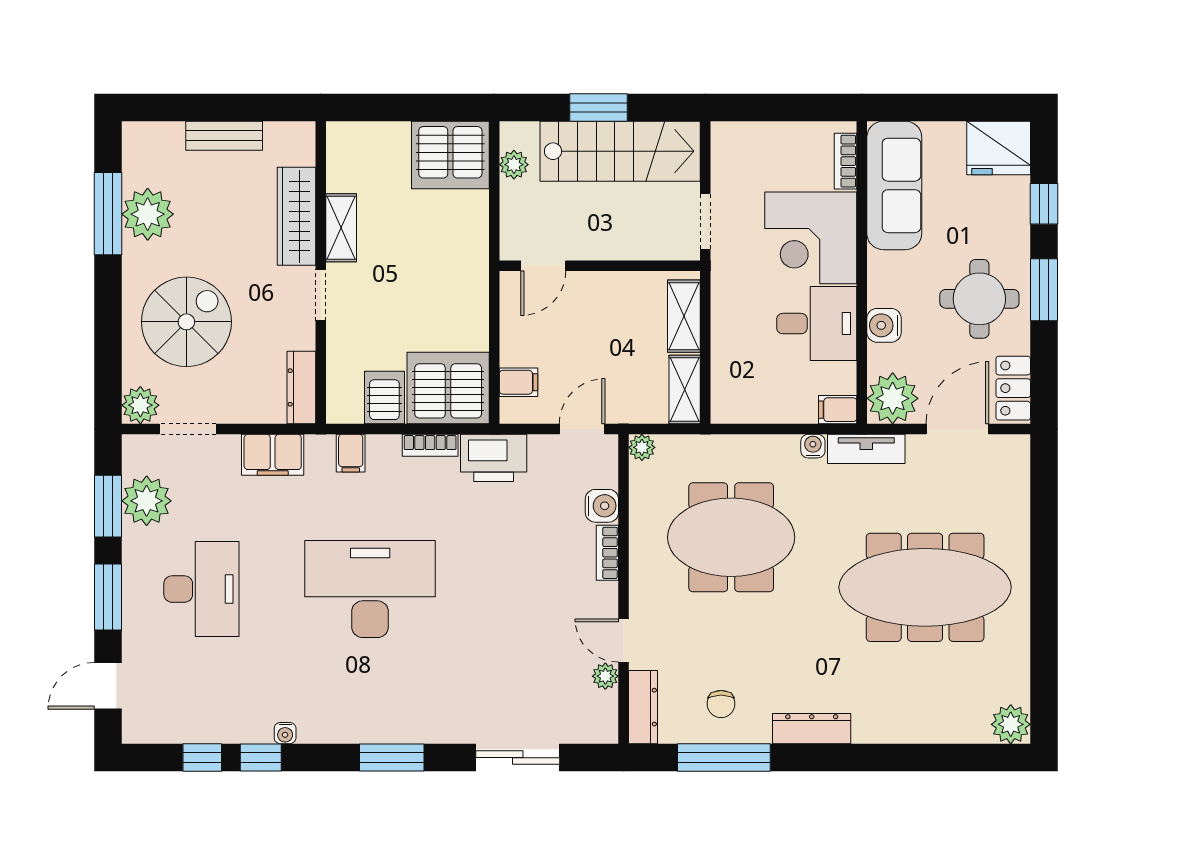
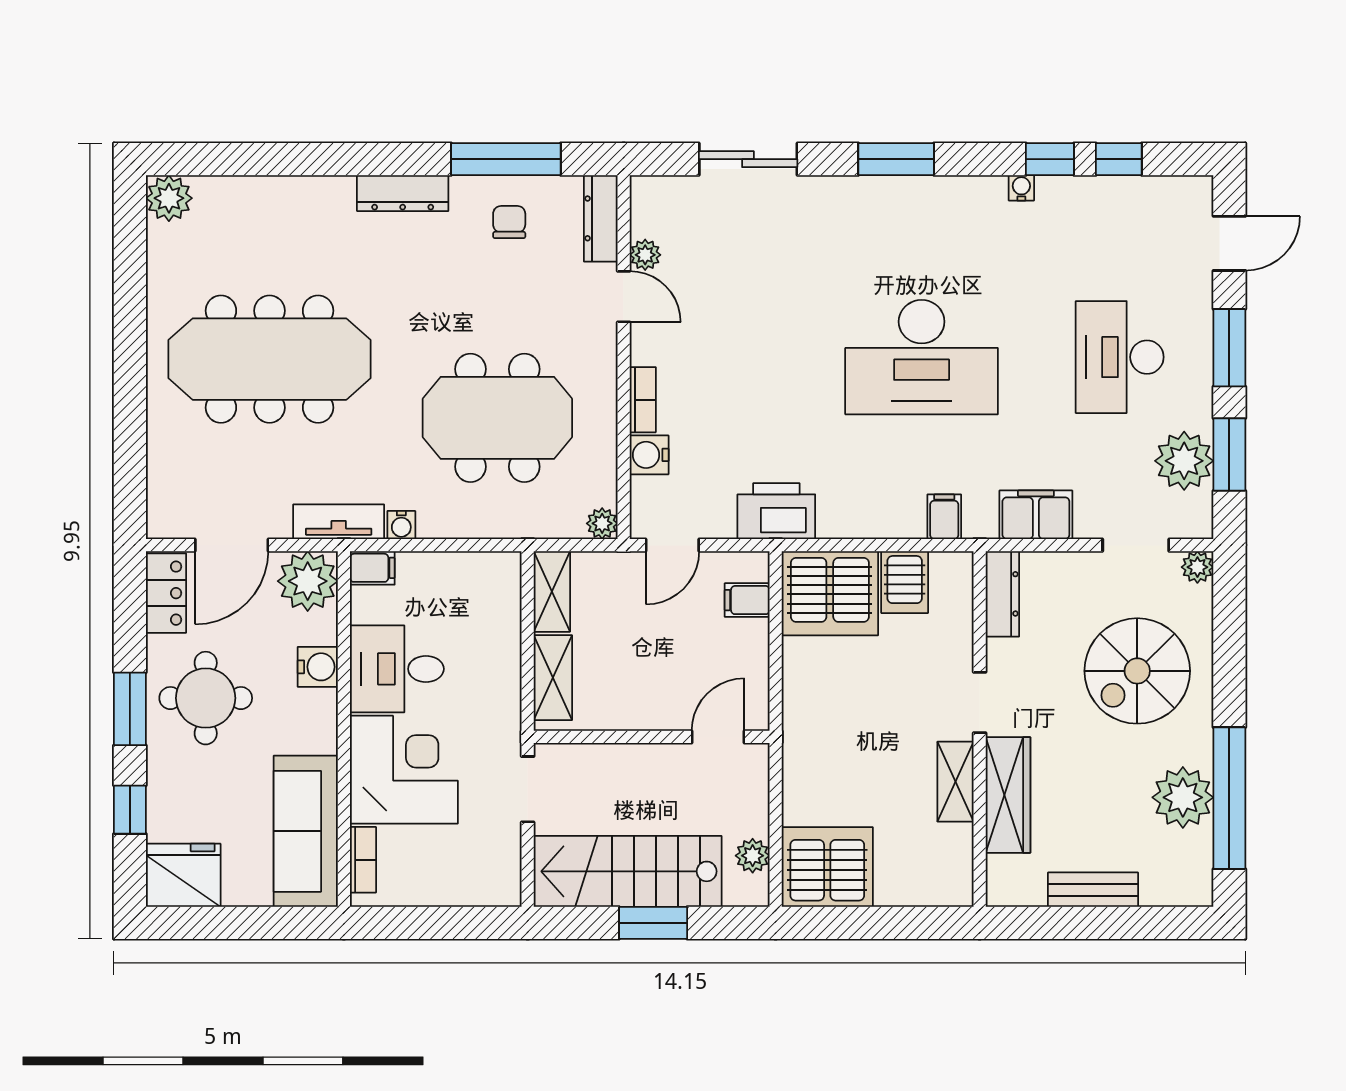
window: (108, 214) -> (1229, 798), width x1.46
plant: (140, 405) -> (1197, 567), width x0.73, depth x0.73
bookcase: (430, 445) -> (851, 526), removed

